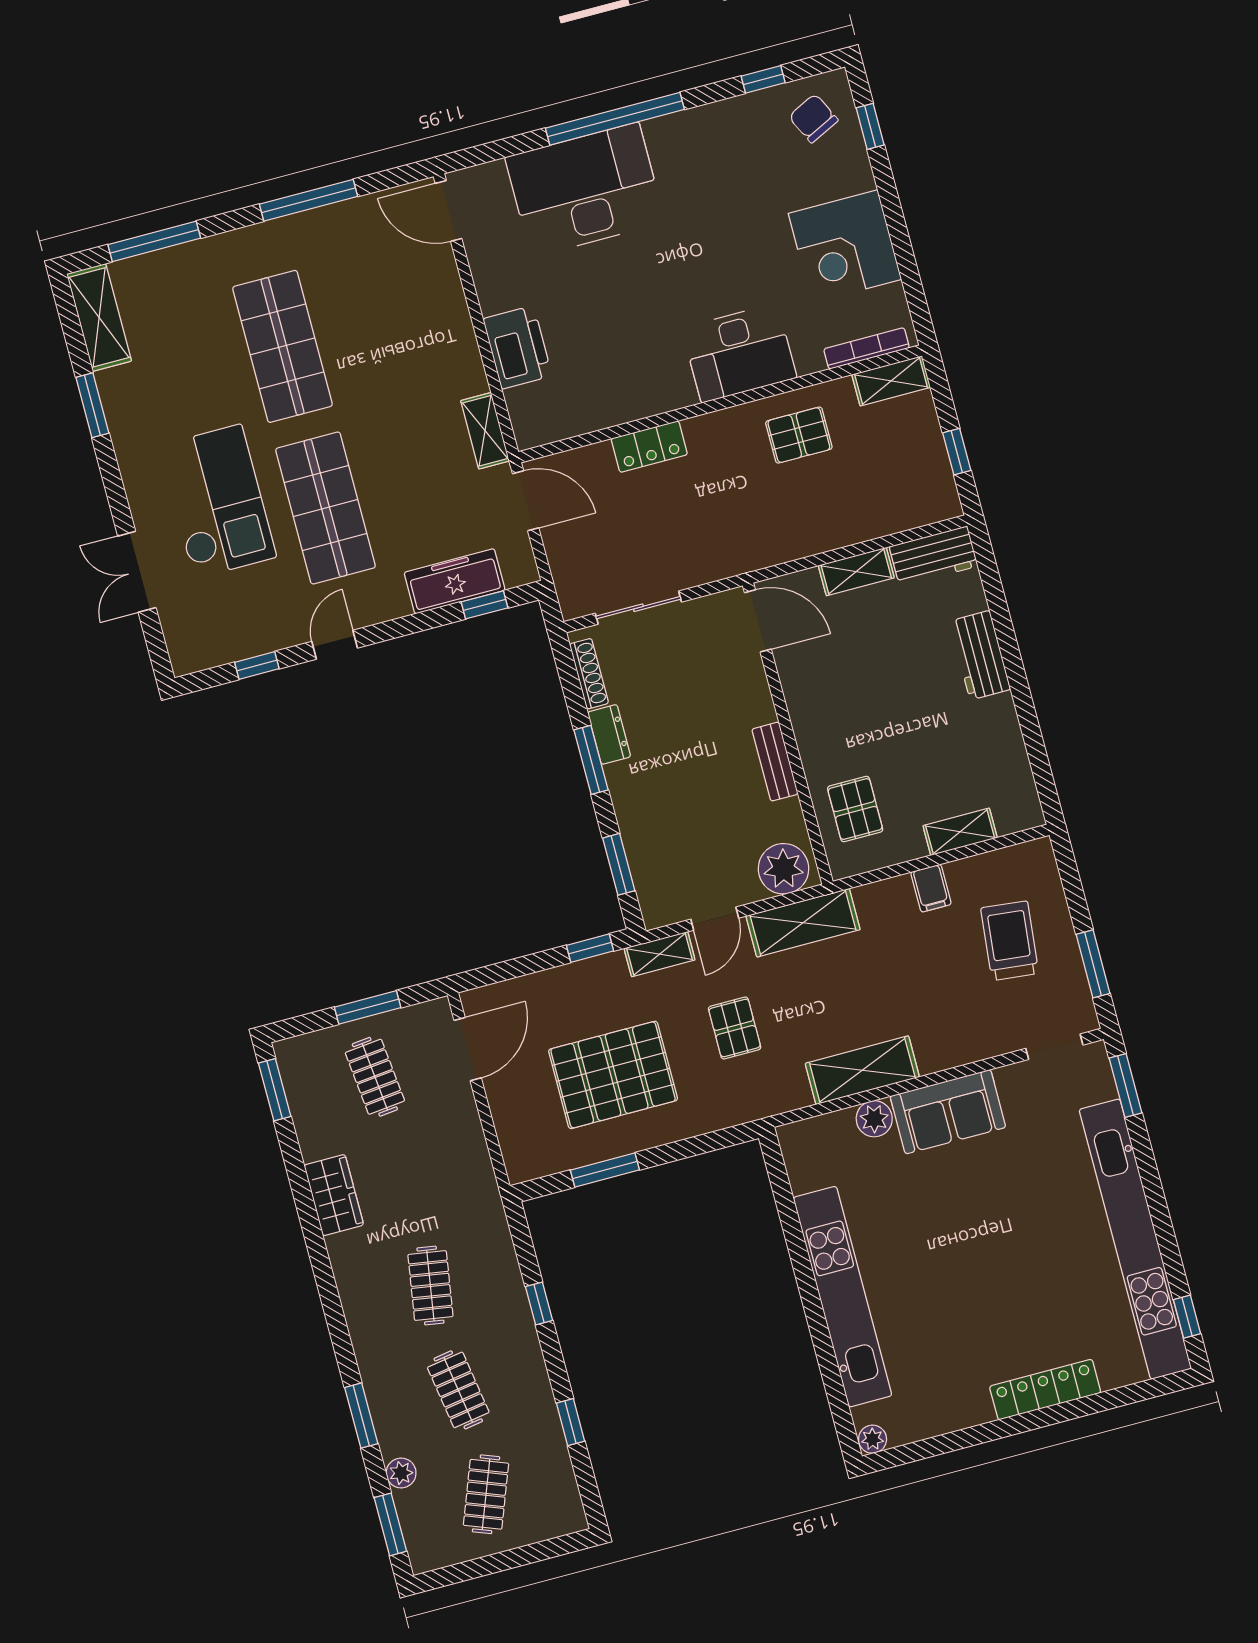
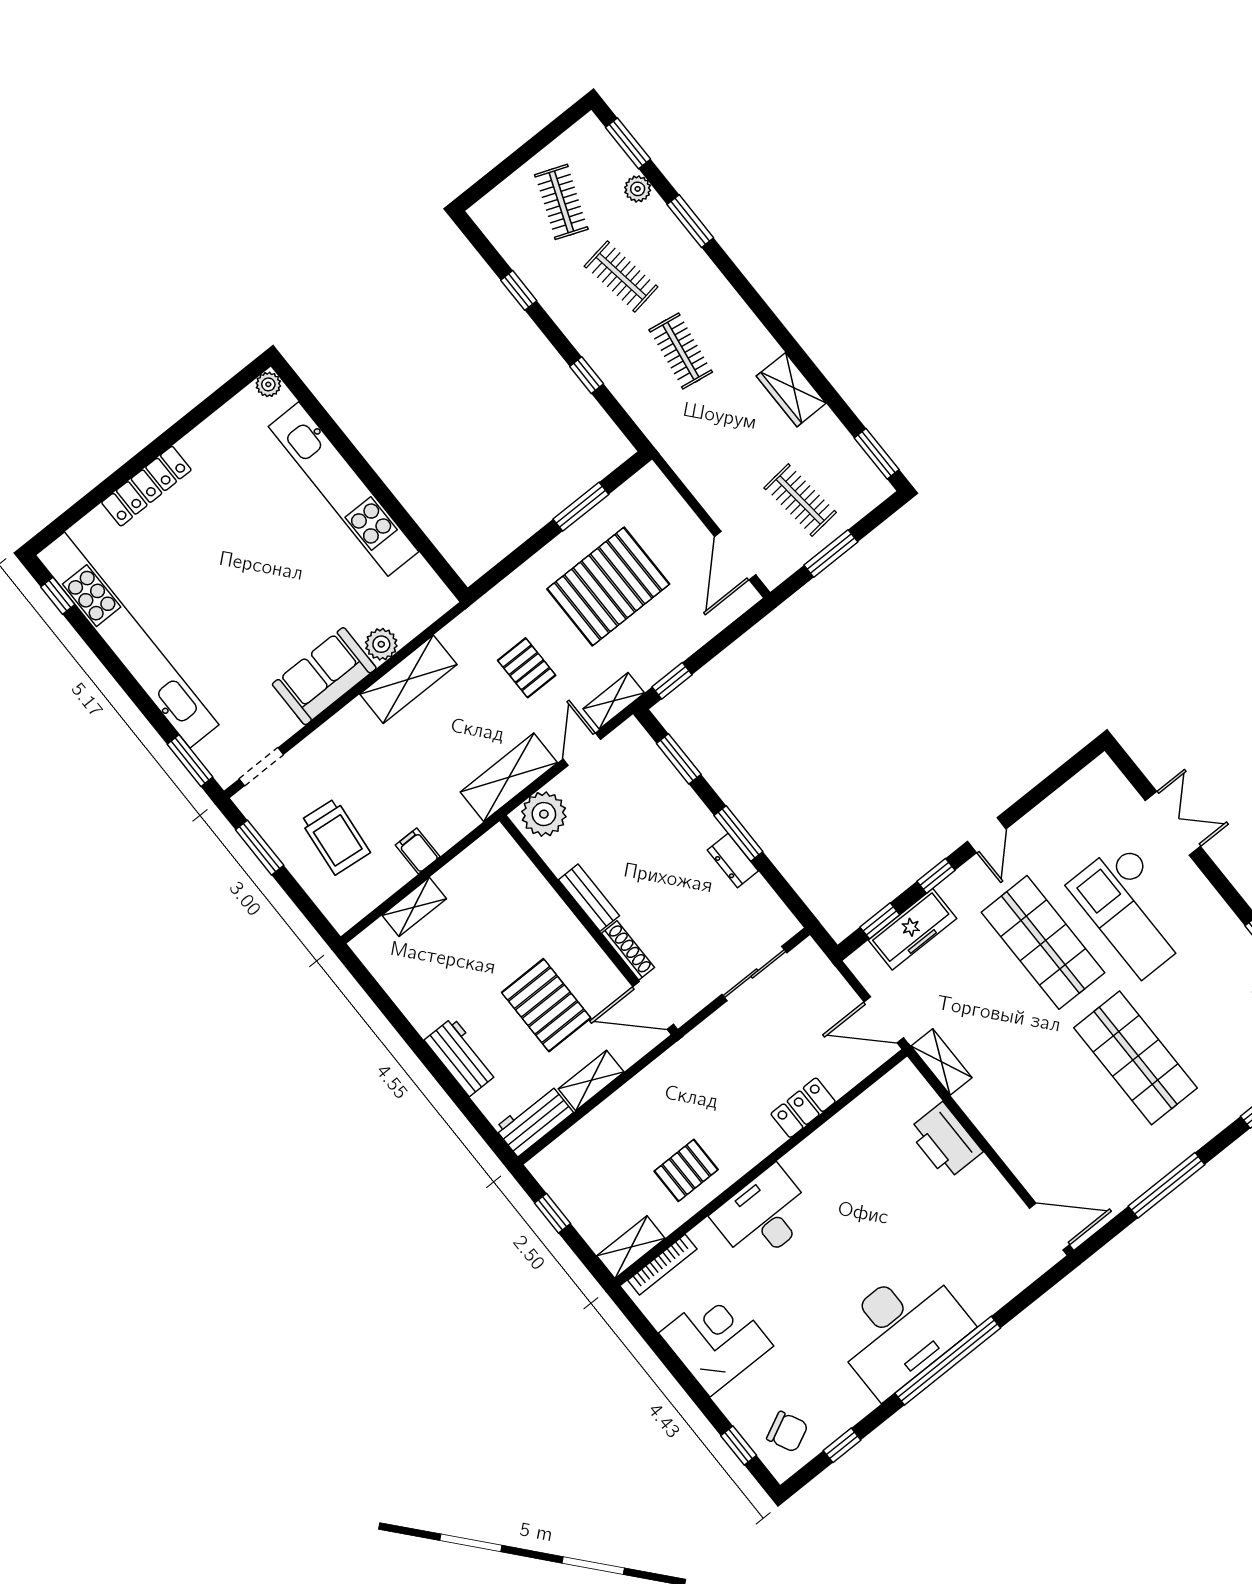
desk: (585, 190) -> (901, 1329), moved
window: (257, 665) -> (936, 876), moved
shoe rack: (589, 674) -> (628, 950), moved, turned 180
pallet: (855, 809) -> (546, 1005), moved, width x1.50, depth x1.42

